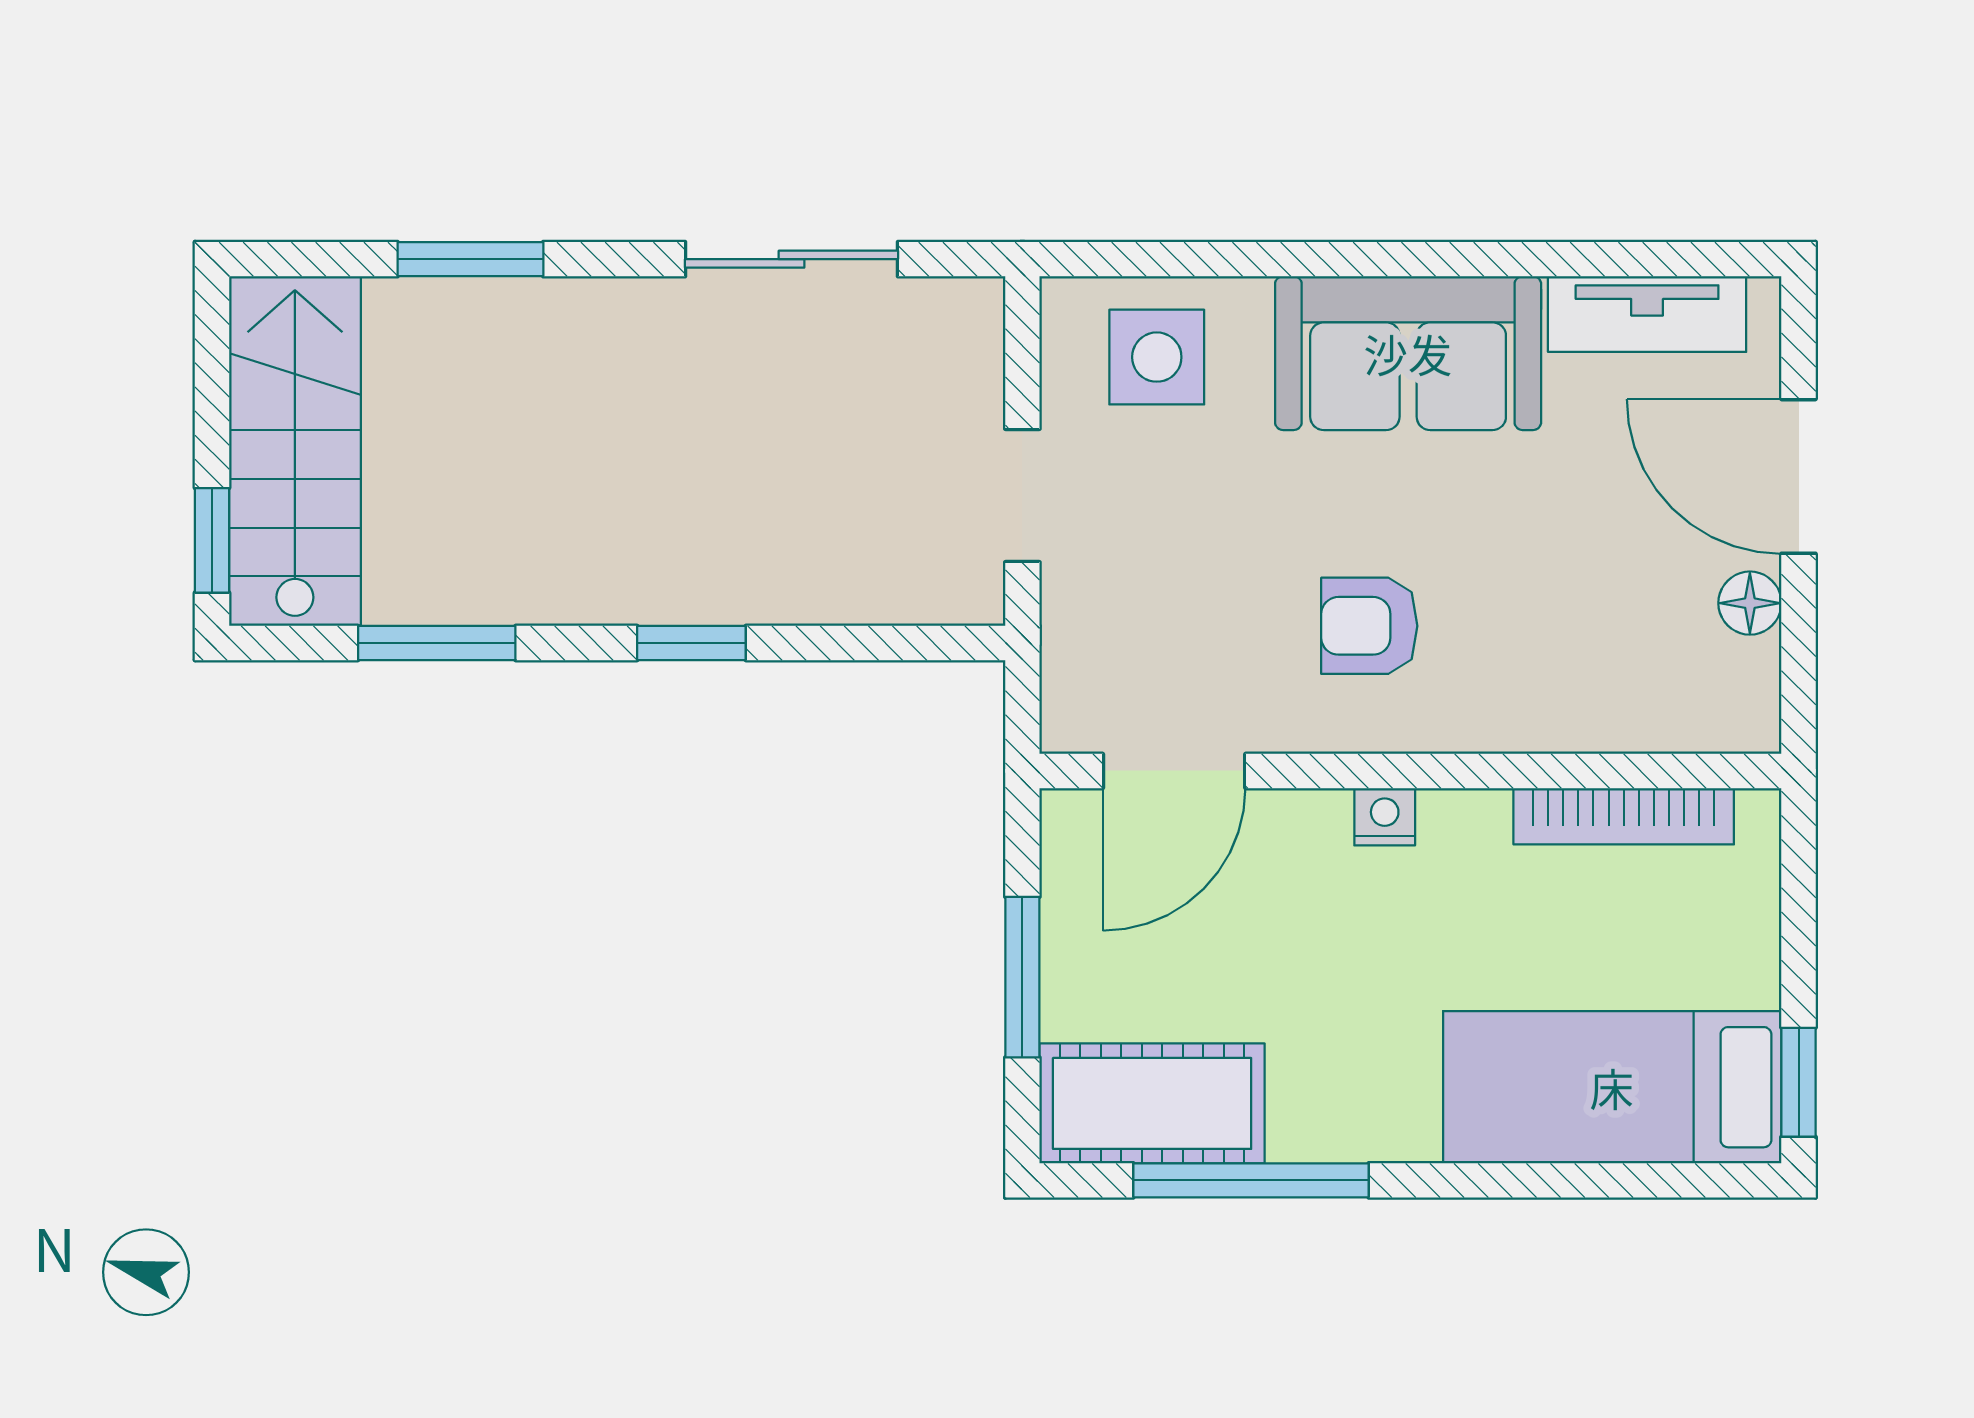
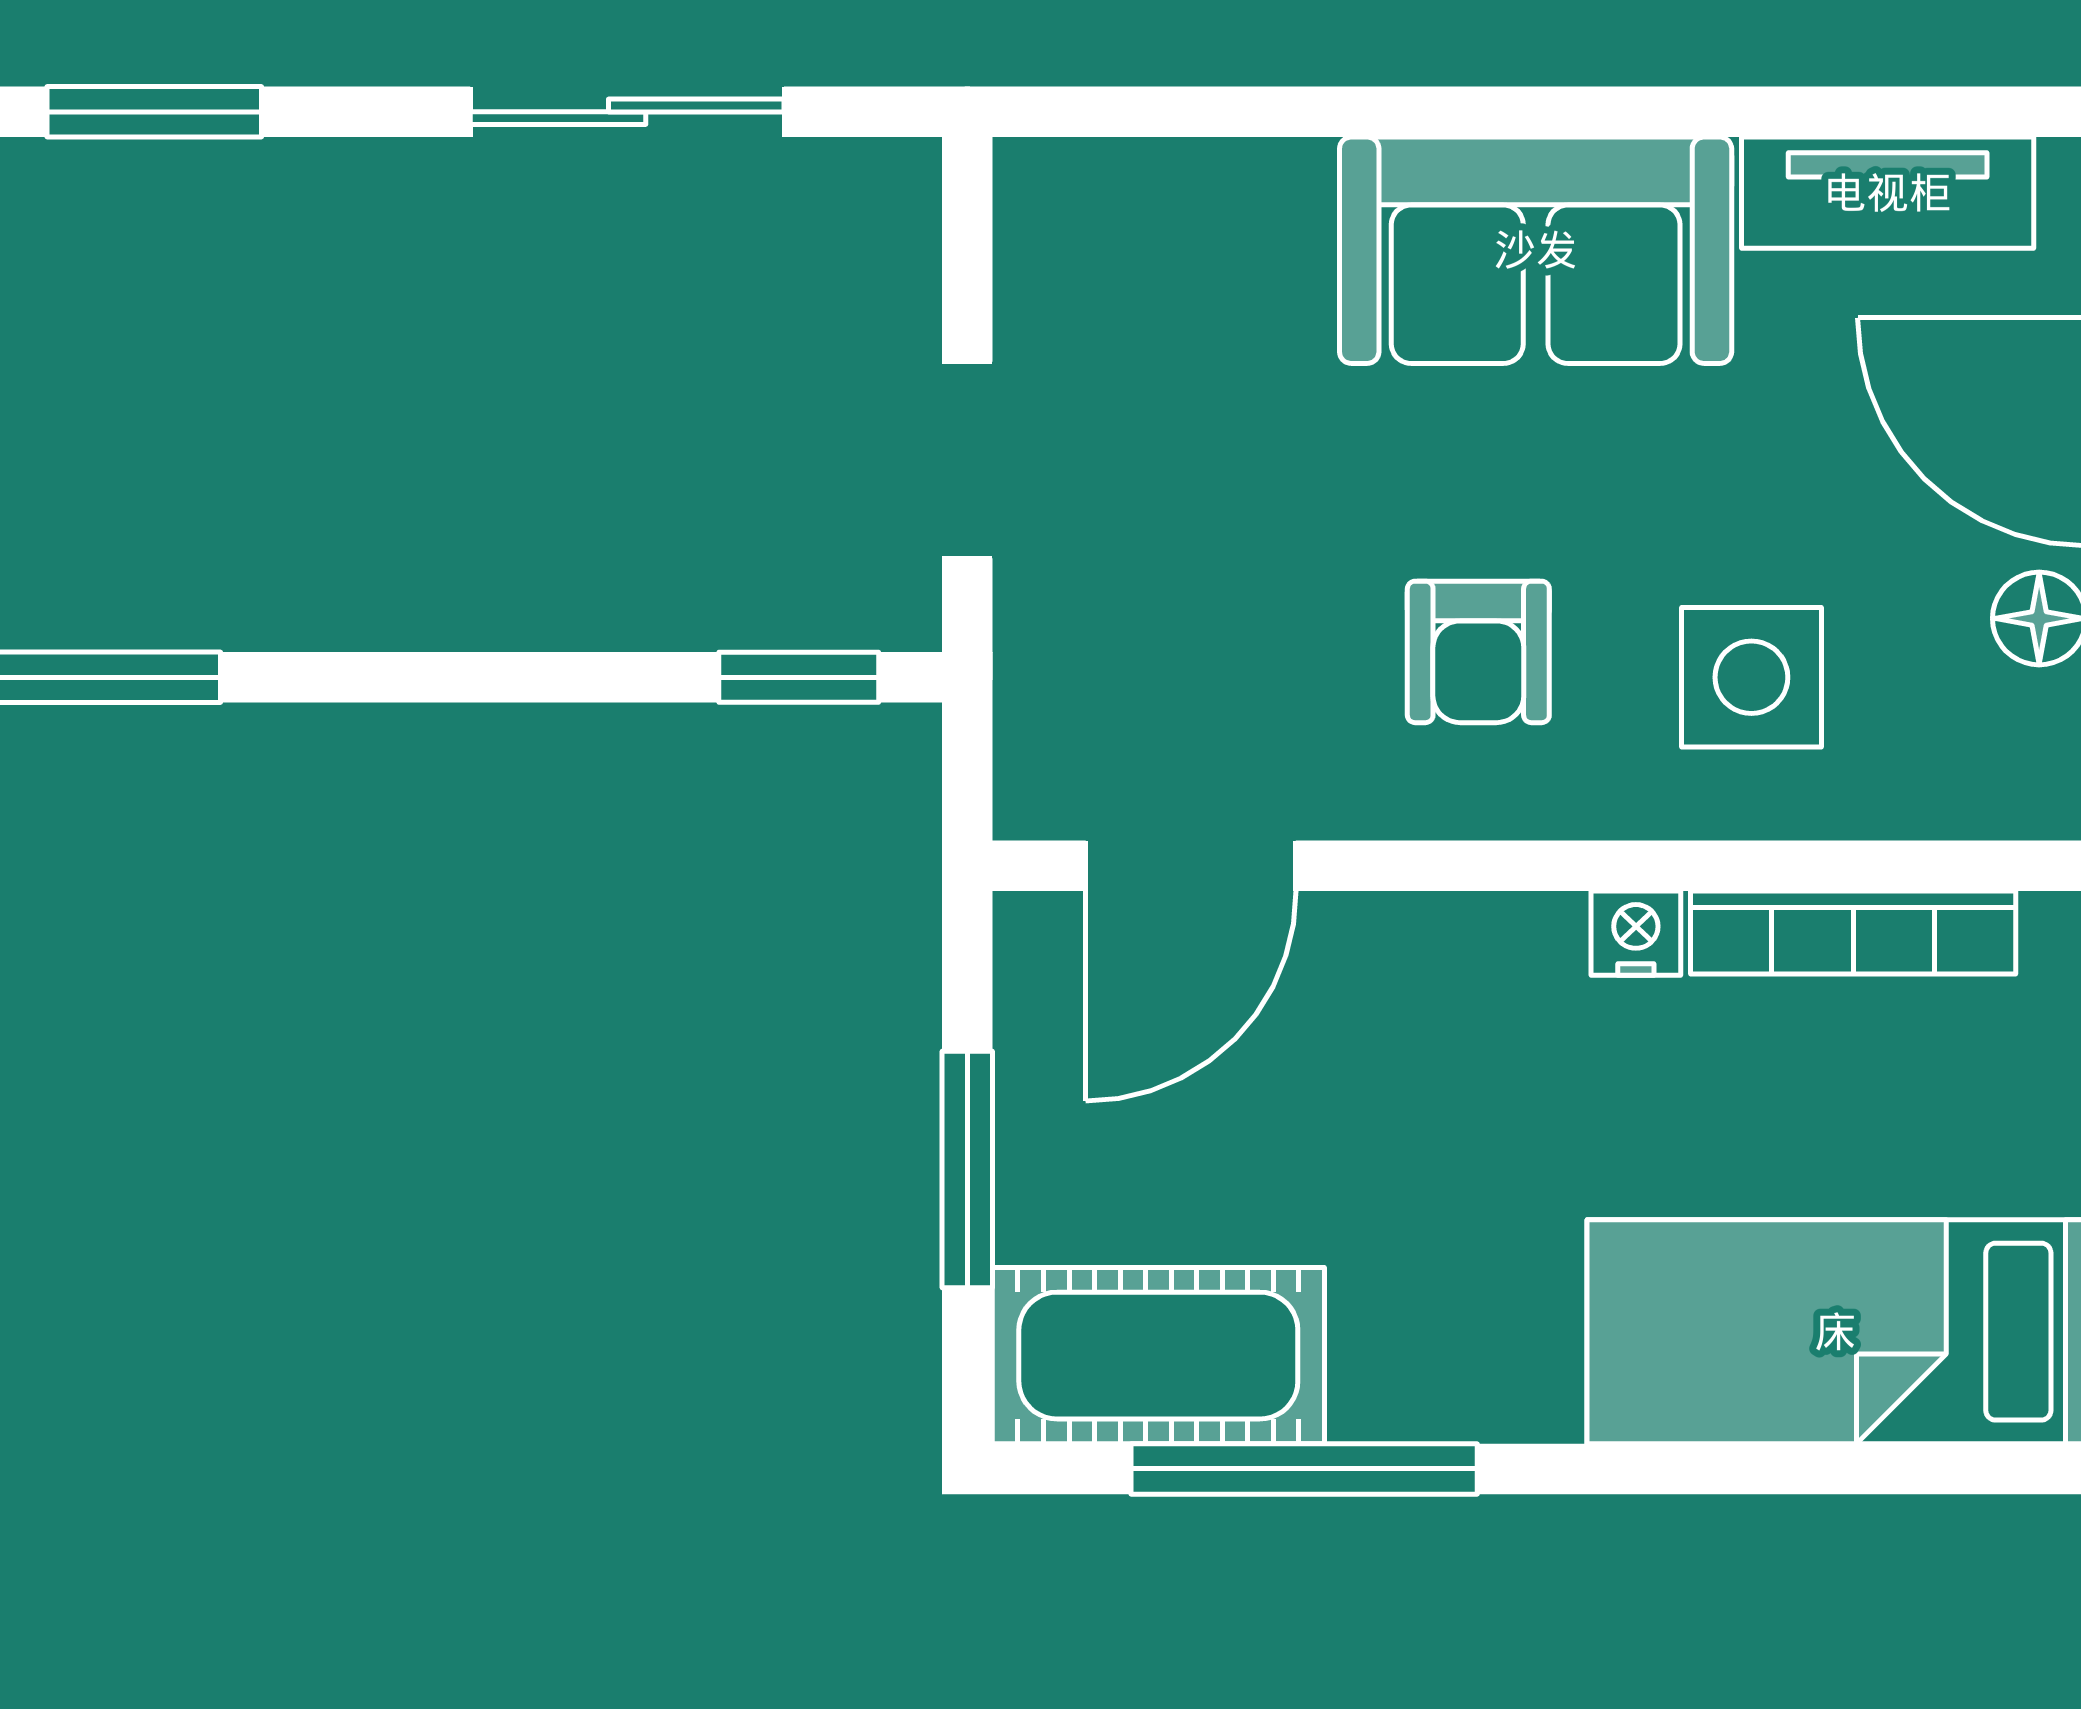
side table: (1157, 357) -> (1751, 677), moved
armchair: (1369, 626) -> (1478, 652), turned -90
window: (691, 643) -> (799, 677), moved
nightstand: (1385, 817) -> (1636, 933), moved

